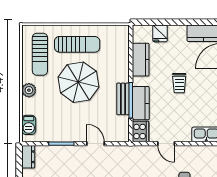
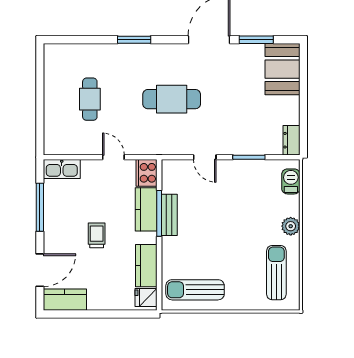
fridge: (160, 33) -> (146, 298), moved, turned -90
sun lounger: (77, 44) -> (195, 290), moved
parasol: (78, 82) -> (227, 237), removed

